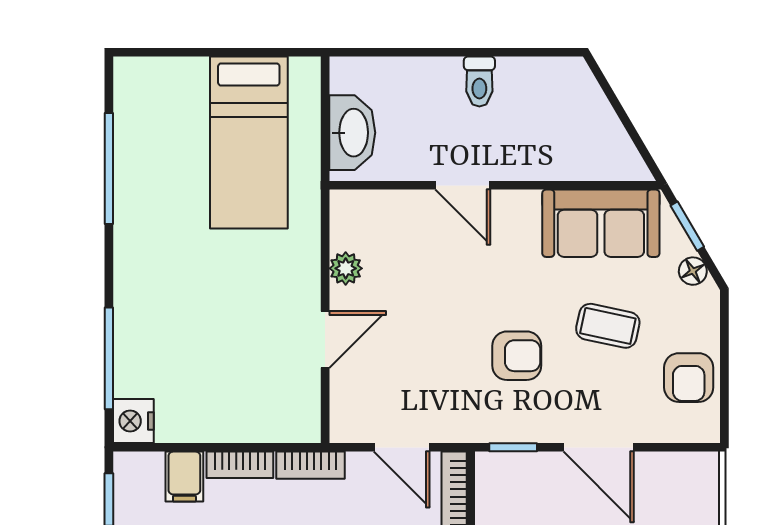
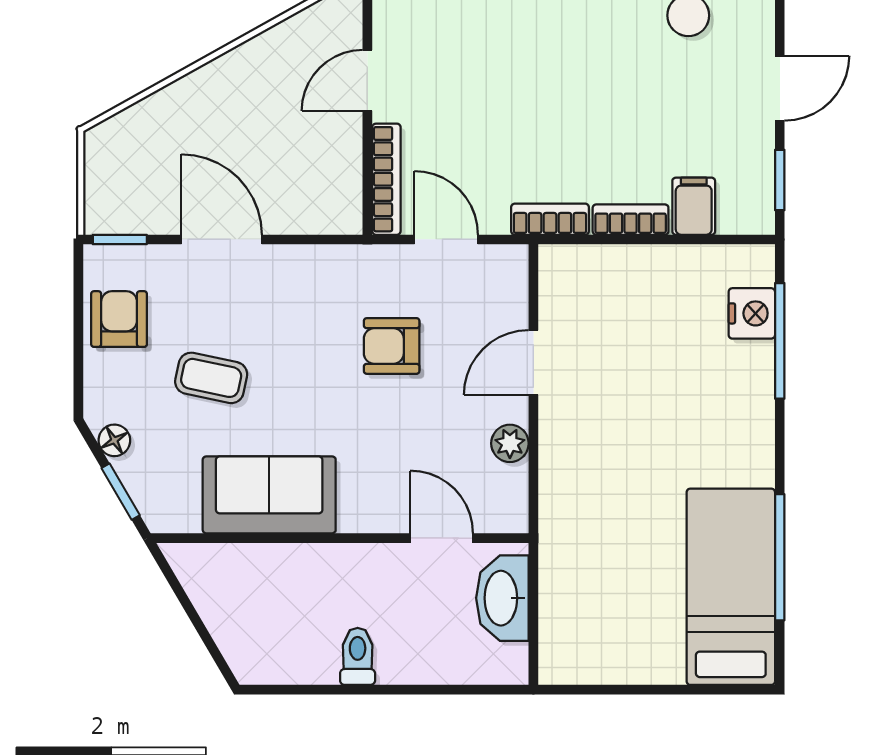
bed: (249, 143) -> (731, 587), moved
door: (463, 185) -> (442, 538), moved
sofa: (601, 223) -> (269, 495), moved
armchair: (517, 356) -> (392, 346), moved
nightstand: (133, 421) -> (752, 313), moved
window: (513, 447) -> (120, 239), moved

